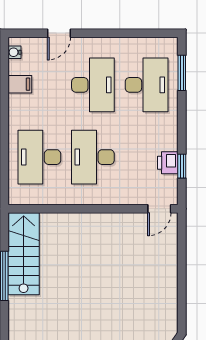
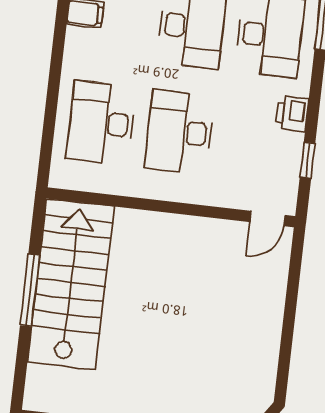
printer: (168, 163) -> (292, 114), moved
stairs: (24, 254) -> (71, 284), width x1.36, depth x1.51

